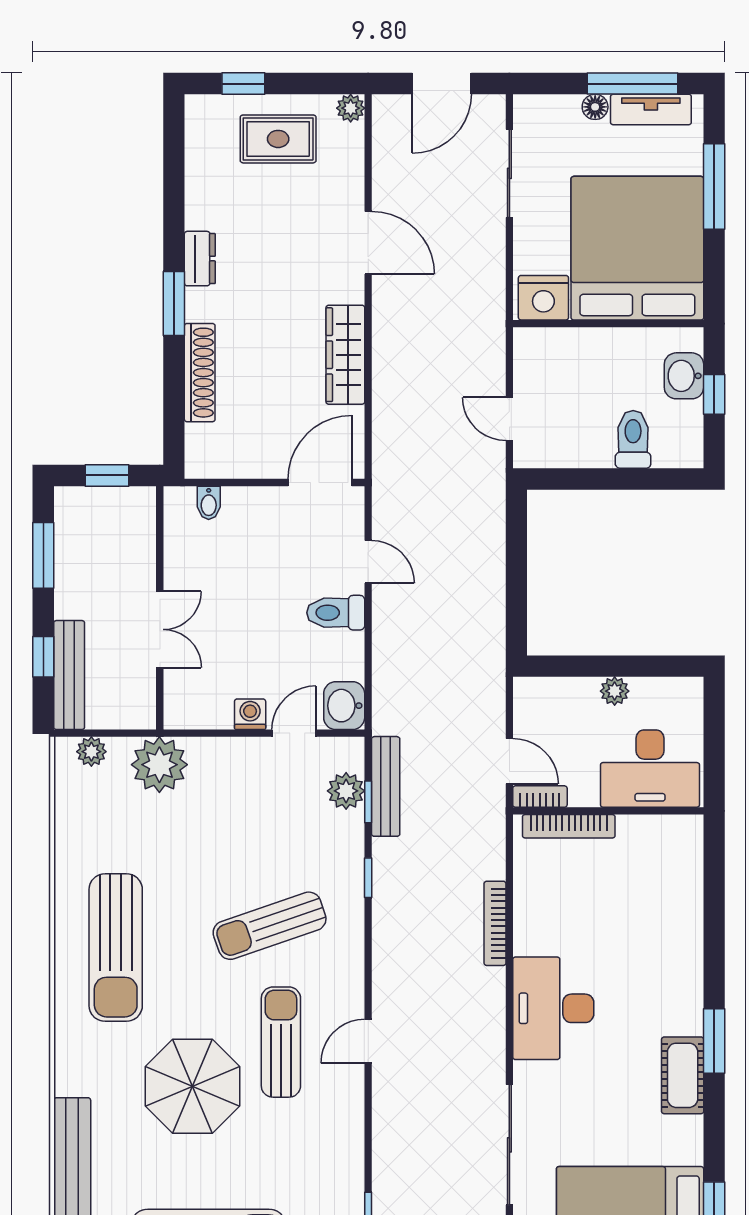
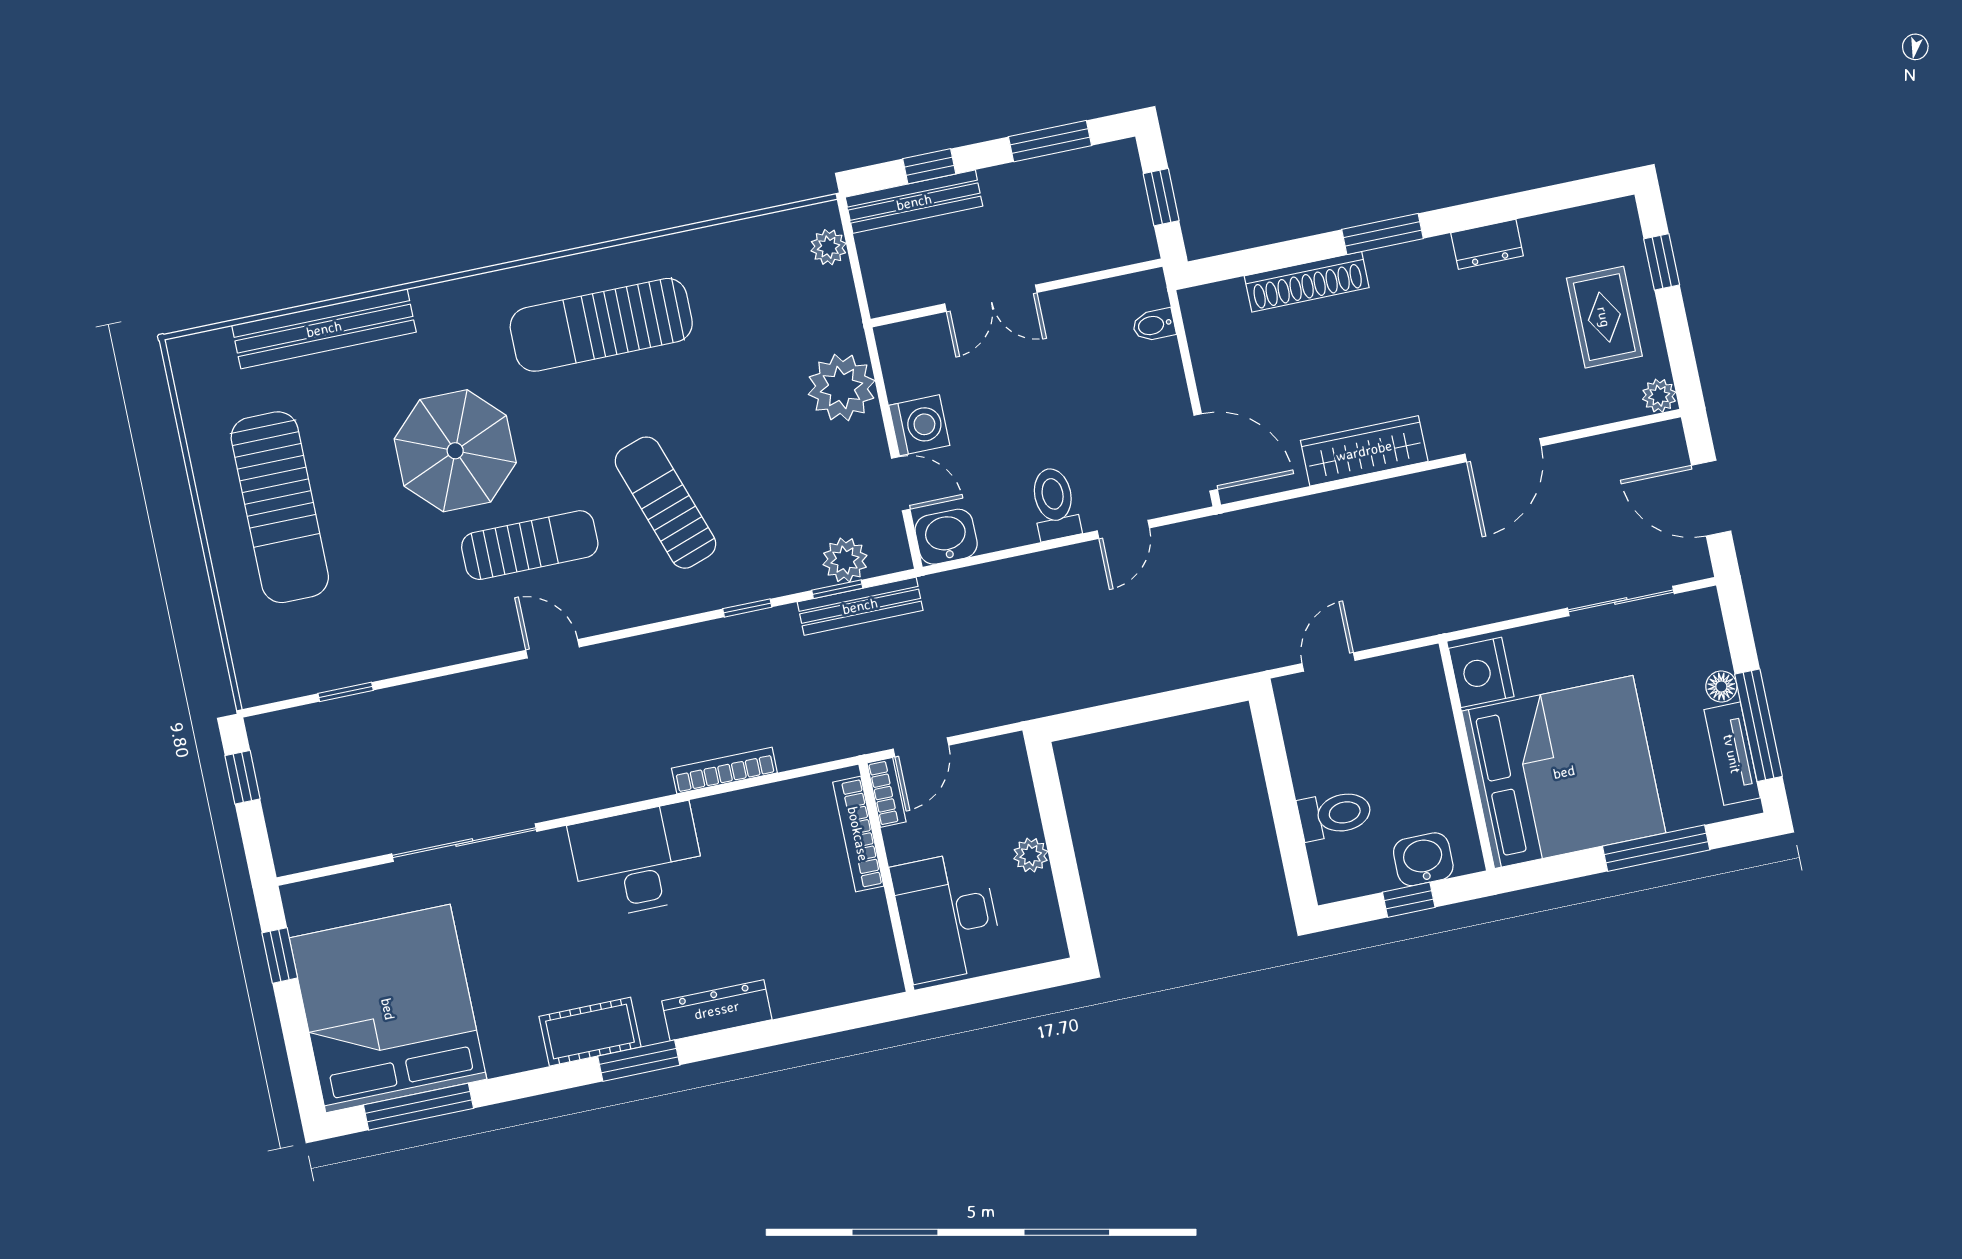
dresser: (200, 259) -> (1487, 244), moved
washing machine: (250, 714) -> (919, 425), width x1.38, depth x1.38
plant: (159, 765) -> (841, 387), moved
dresser: (687, 970) -> (717, 1010), added

